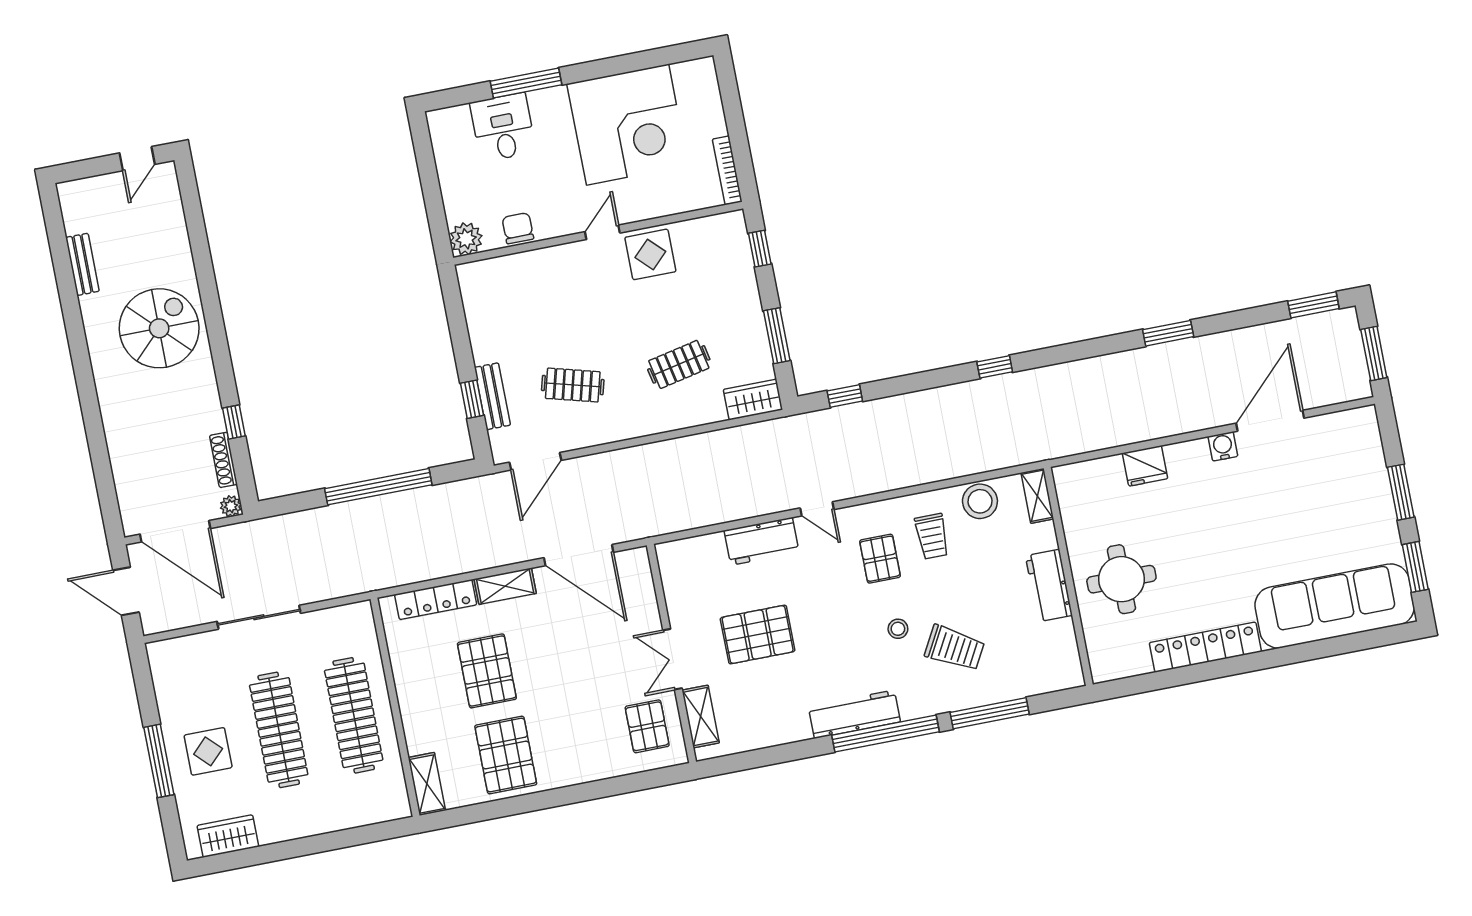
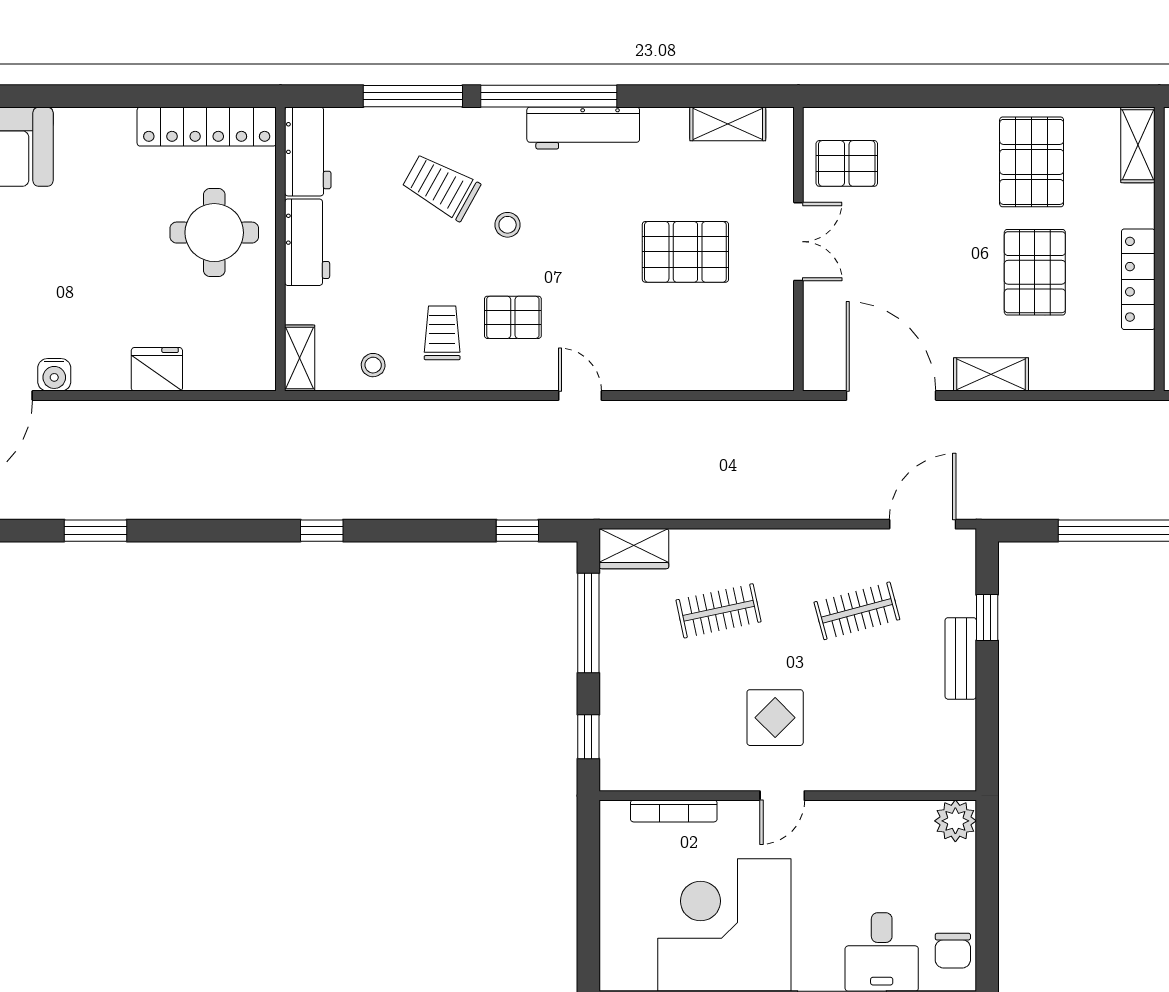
bookcase: (727, 170) -> (674, 811), moved, turned 90
chair: (518, 228) -> (953, 951), moved
display table: (650, 254) -> (775, 718), moved
window: (777, 336) -> (588, 623), width x1.44
clothes rail: (573, 385) -> (857, 611), turned -30
bench: (492, 396) -> (961, 658), moved
stool: (980, 501) -> (373, 365), width x0.53, depth x0.53
workbench: (762, 541) -> (308, 151), moved, turned 90
pallet: (880, 559) -> (513, 317), turned 90
locker: (436, 600) -> (1138, 279), moved, turned -90
locker: (1205, 647) -> (207, 127), moved
shelving: (701, 717) -> (728, 124), moved, turned 90
pallet: (647, 726) -> (847, 163), turned 90

